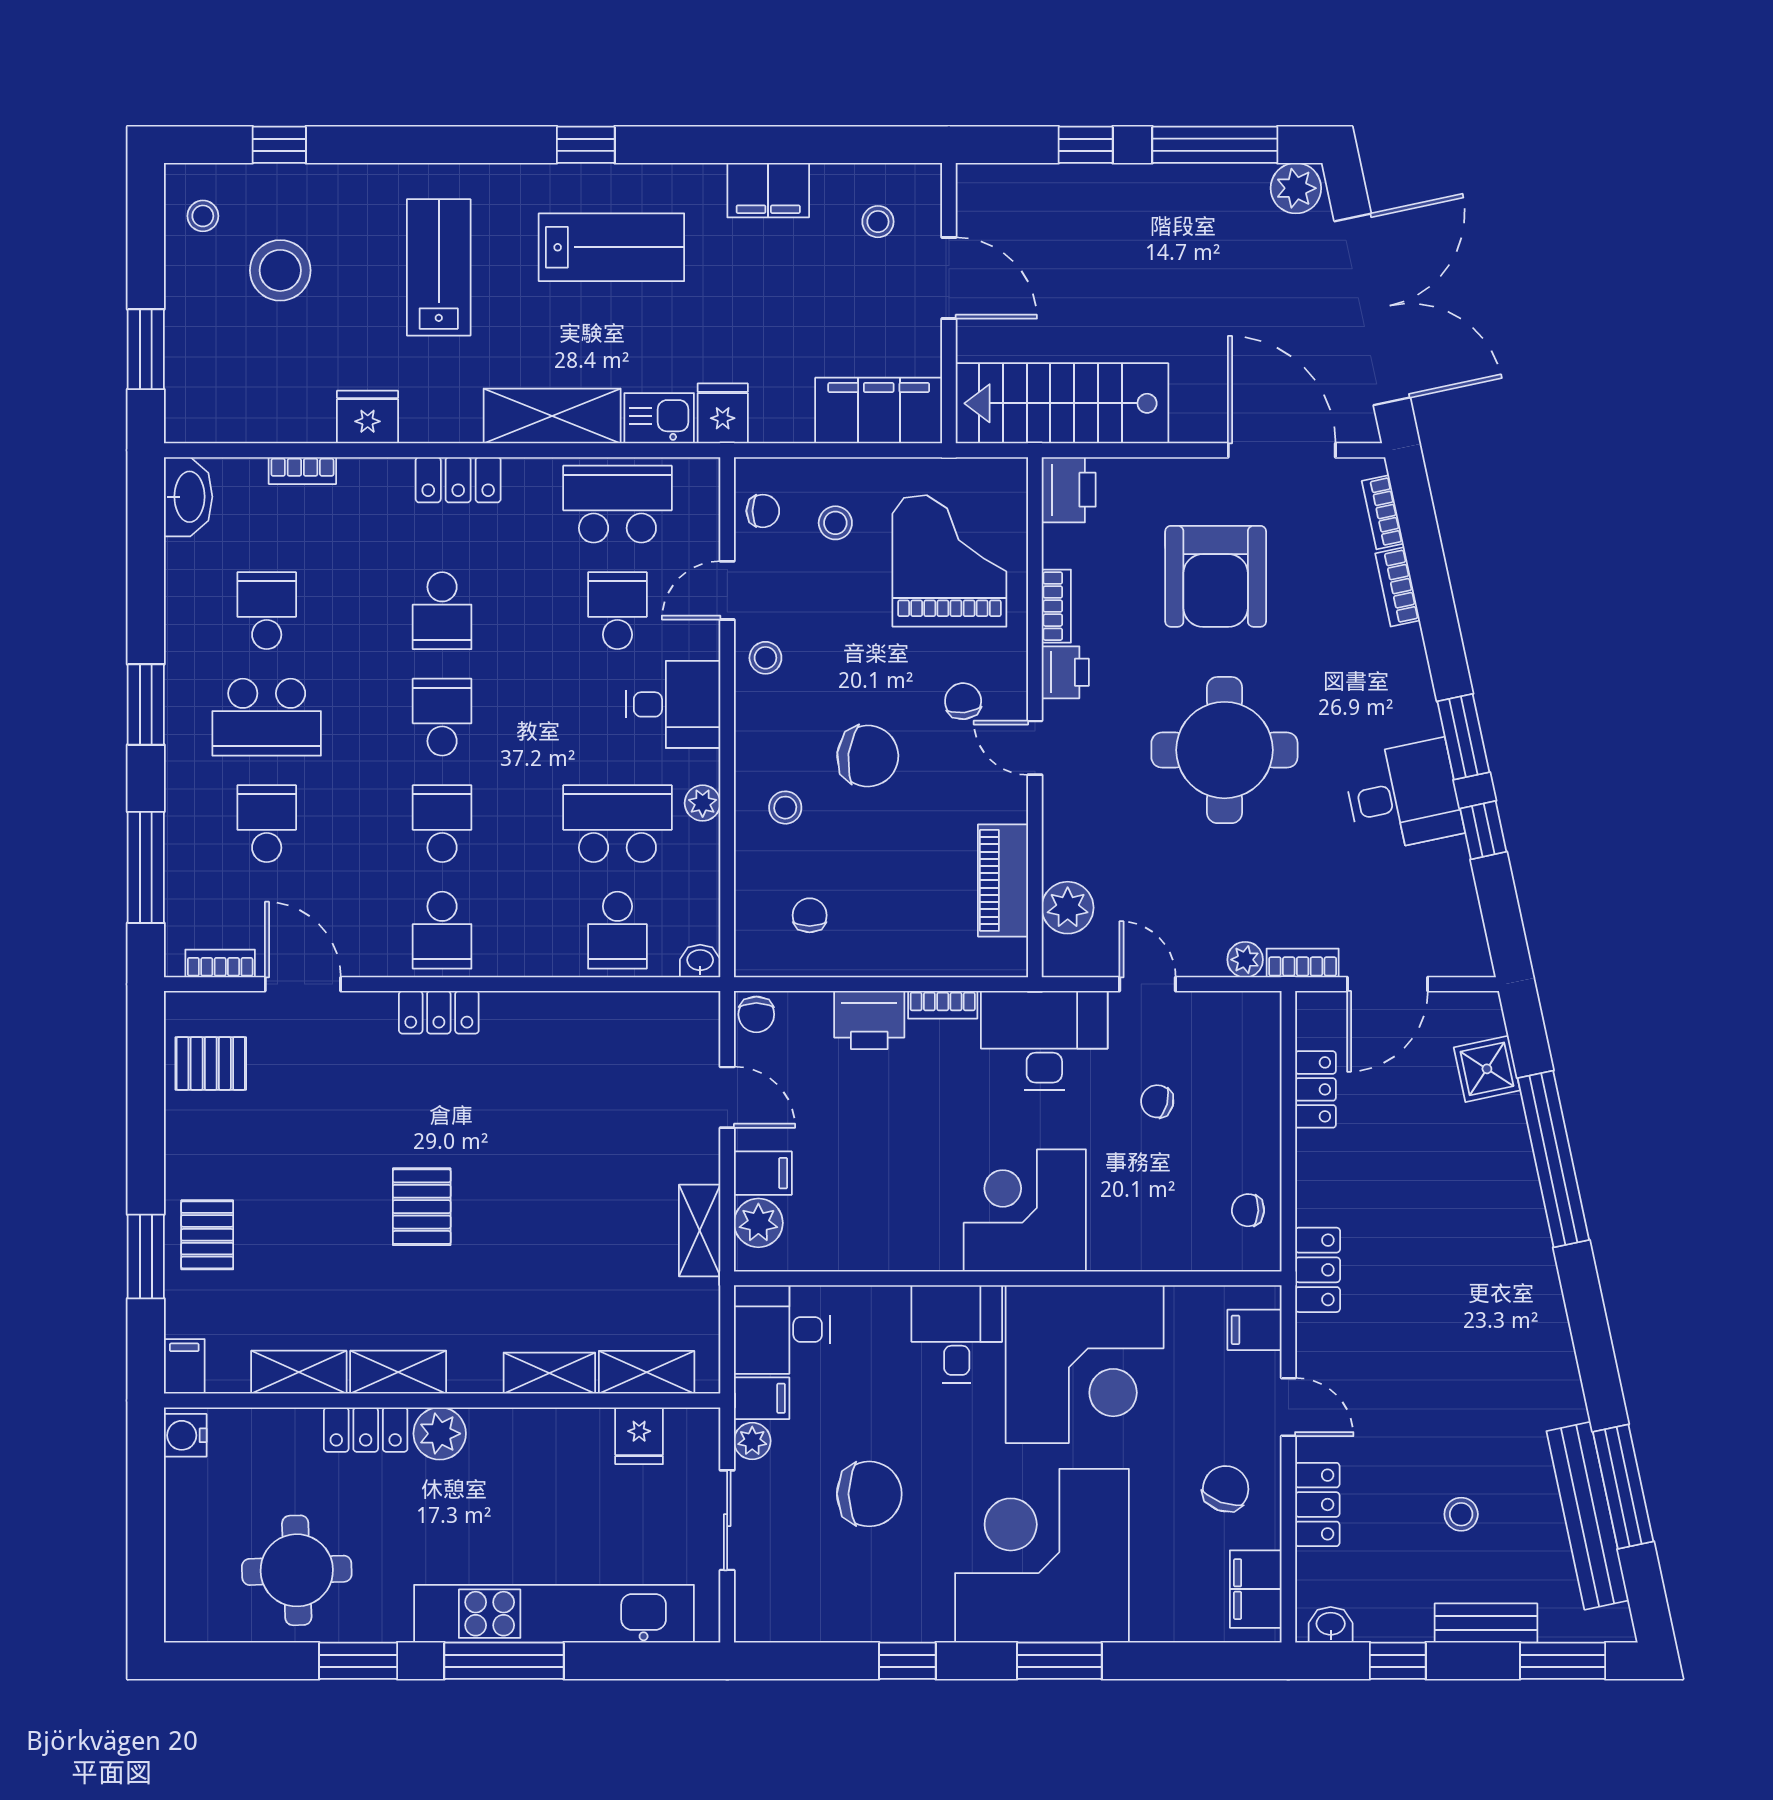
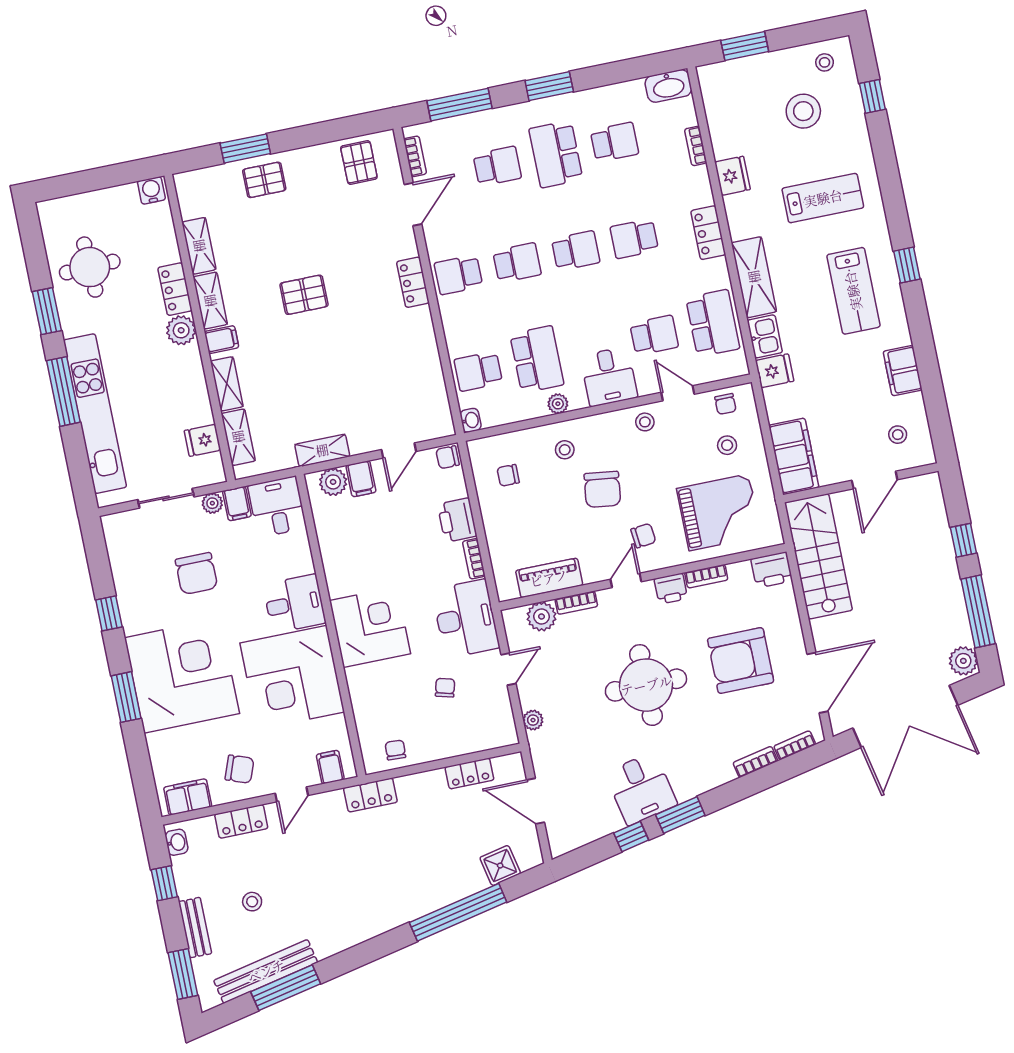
chair: (810, 915) -> (508, 475), turned 180
bookcase: (1303, 963) -> (576, 603), moved, turned 90
filing cabinet: (184, 1366) -> (222, 340), moved

